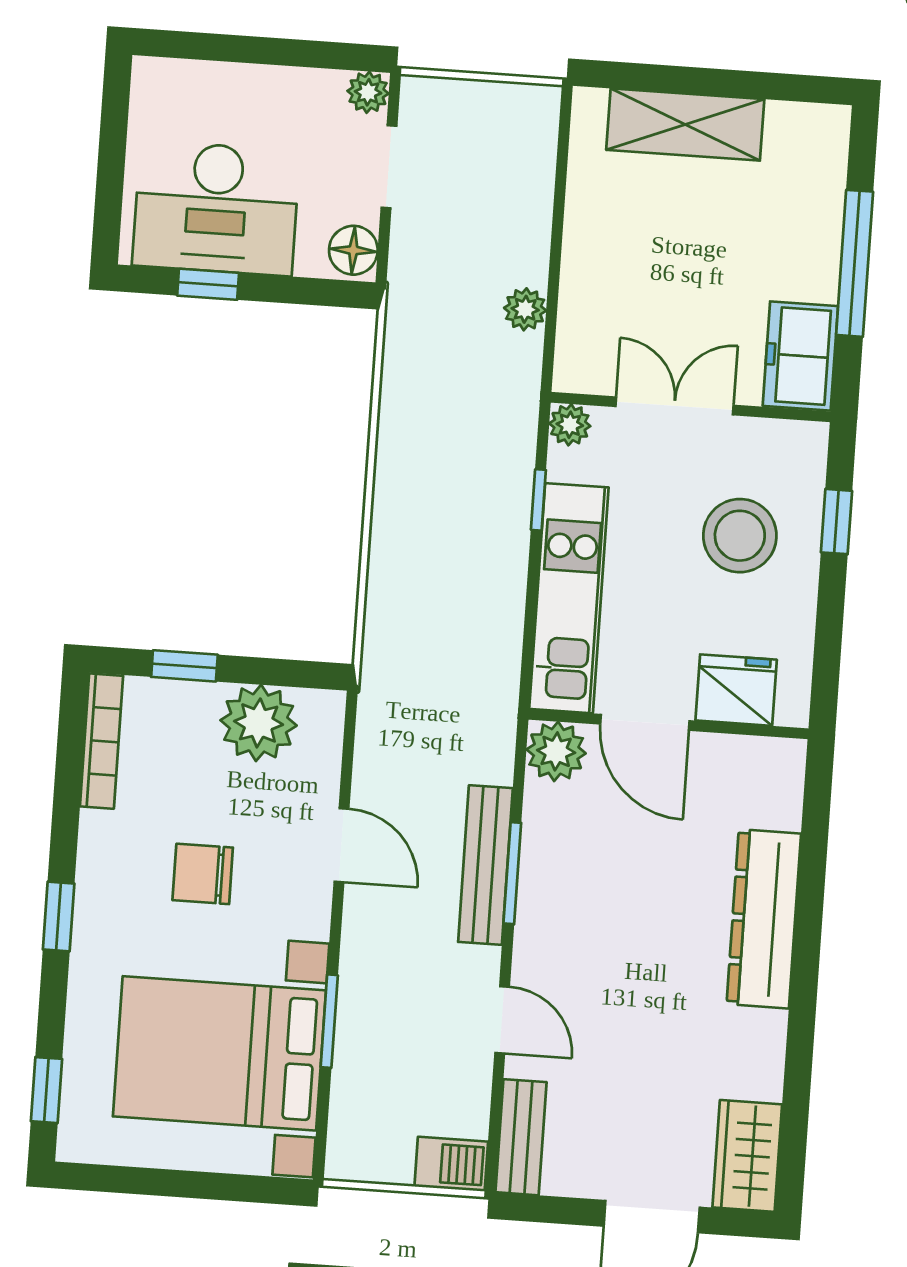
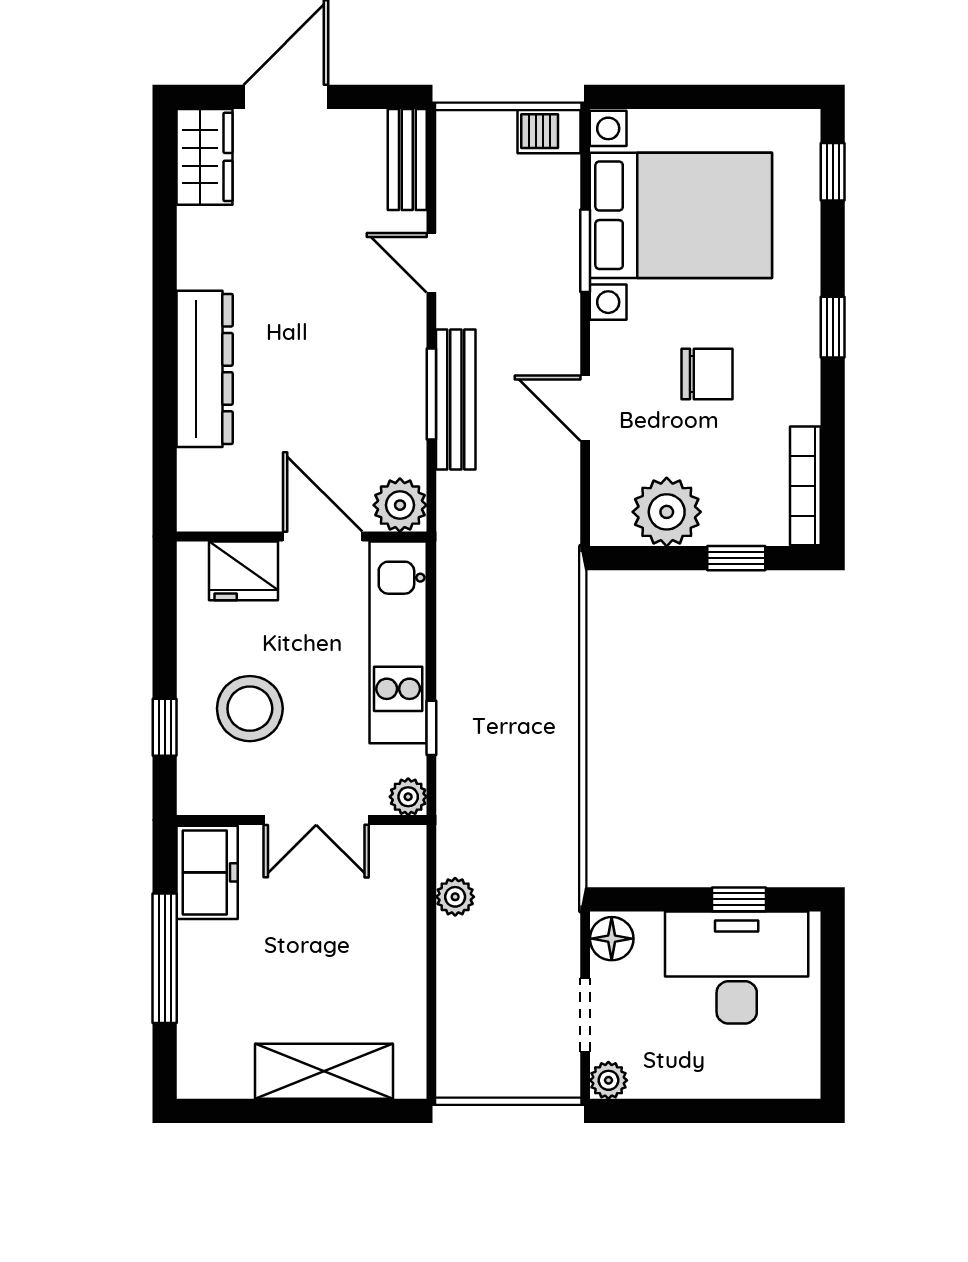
barbecue: (451, 1164) -> (549, 131), moved

